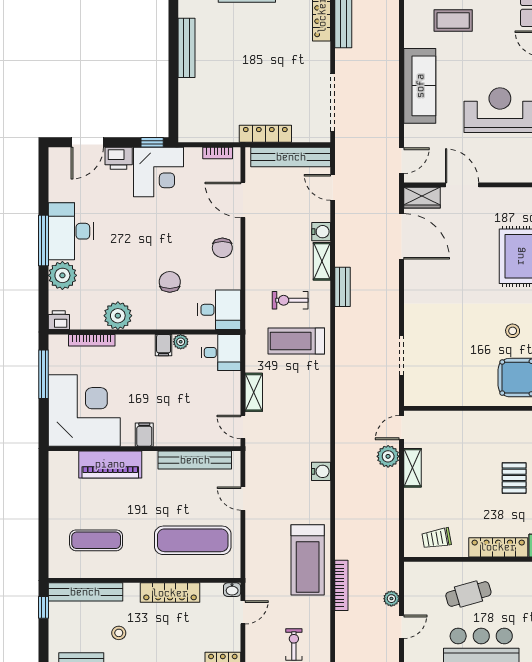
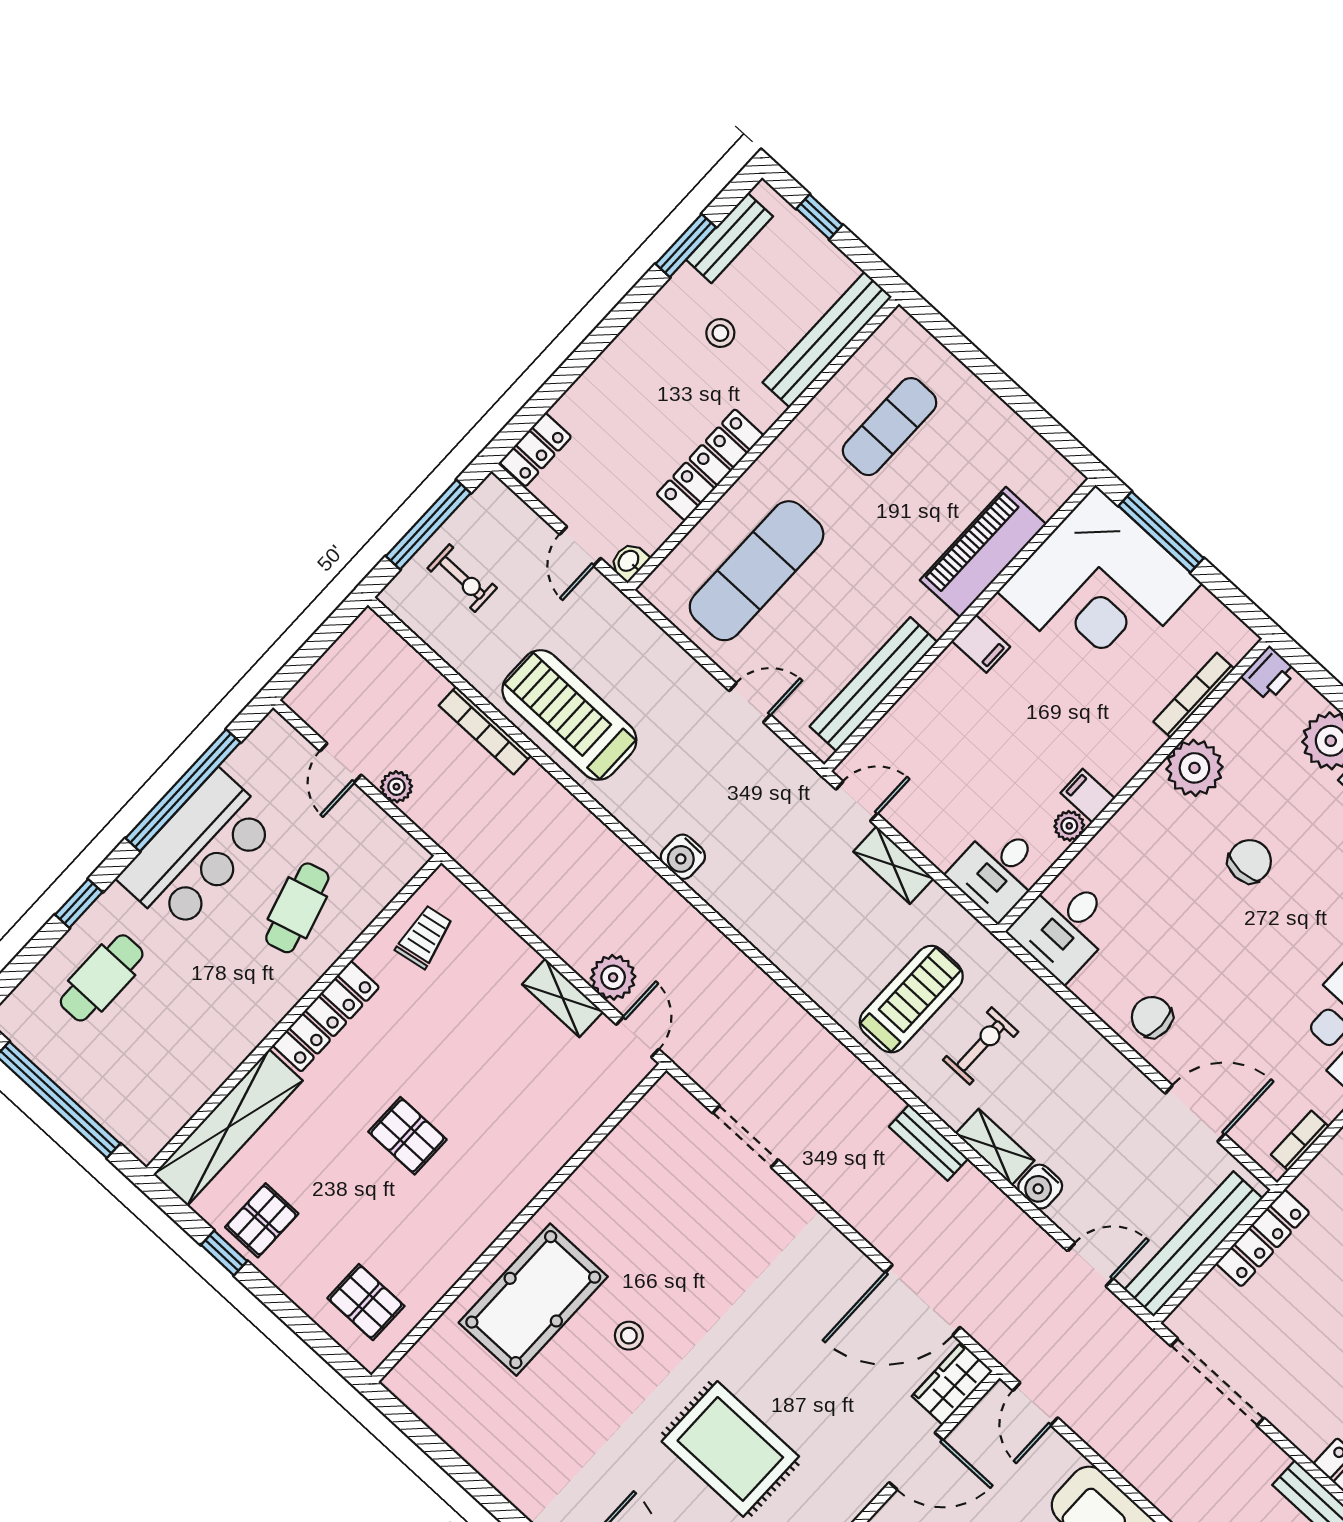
chair: (170, 282) -> (1250, 861), moved, turned -90
window: (44, 374) -> (1161, 532), moved
window: (44, 607) -> (819, 217), moved

